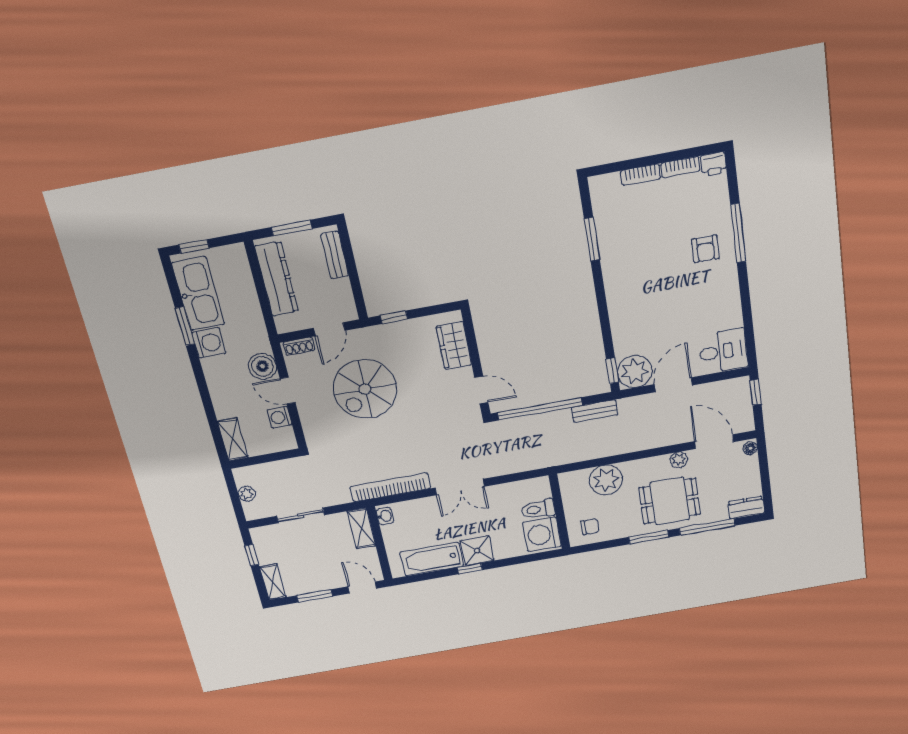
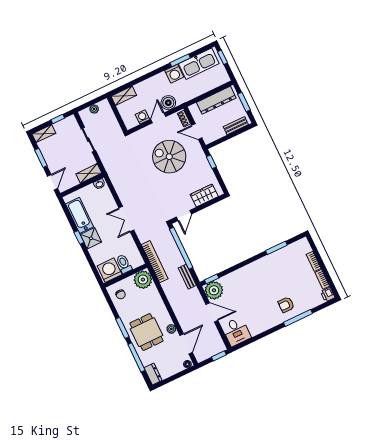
plant: (606, 480) -> (143, 280), moved
bookcase: (390, 487) -> (155, 262), moved

